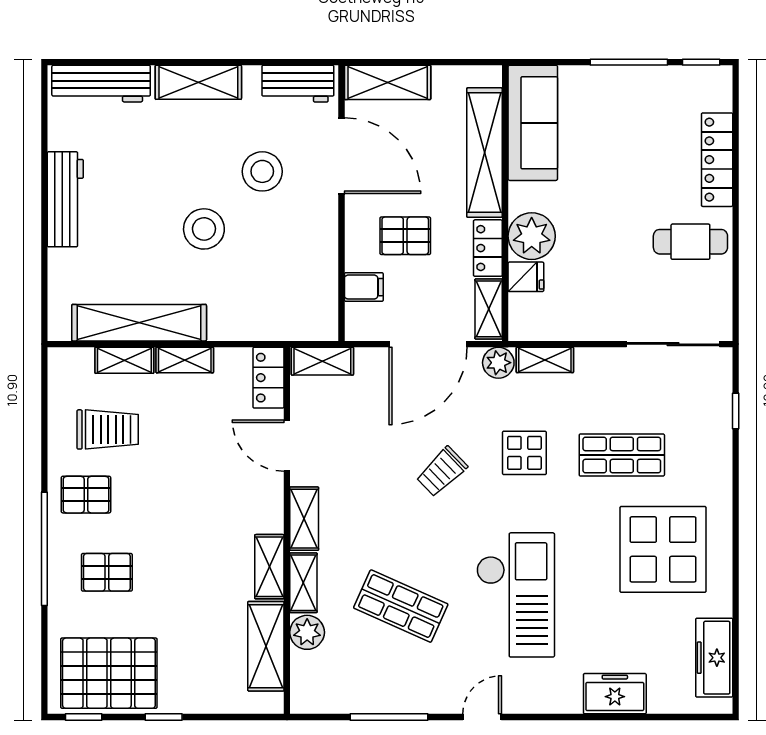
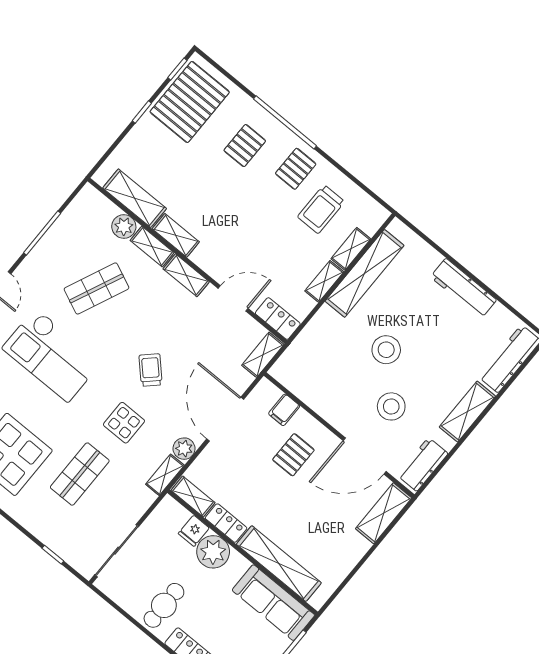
sofa: (533, 123) -> (273, 603), moved
shelving: (485, 153) -> (279, 564), moved
wall: (505, 203) -> (243, 552), moved
plant: (532, 236) -> (213, 552), moved
locker: (488, 248) -> (226, 523), moved
fridge: (526, 277) -> (194, 531), moved
shelving: (489, 309) -> (193, 496), moved

